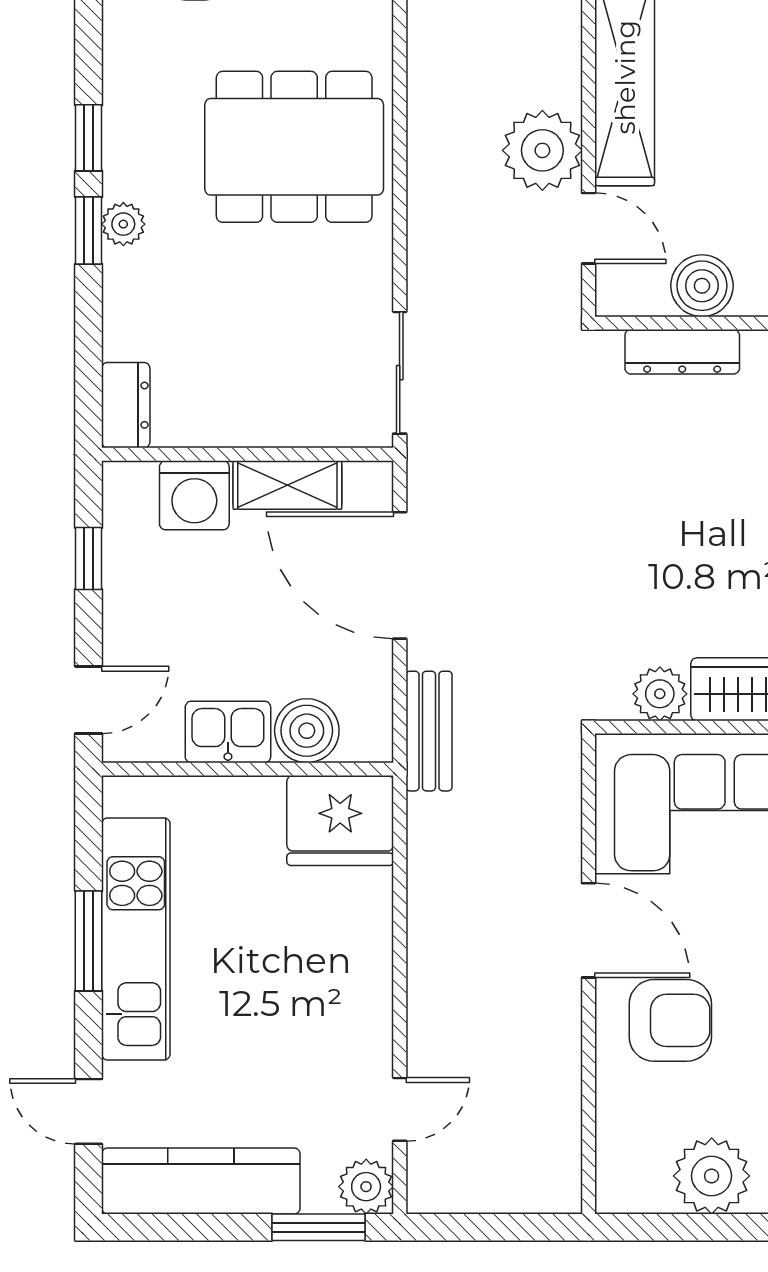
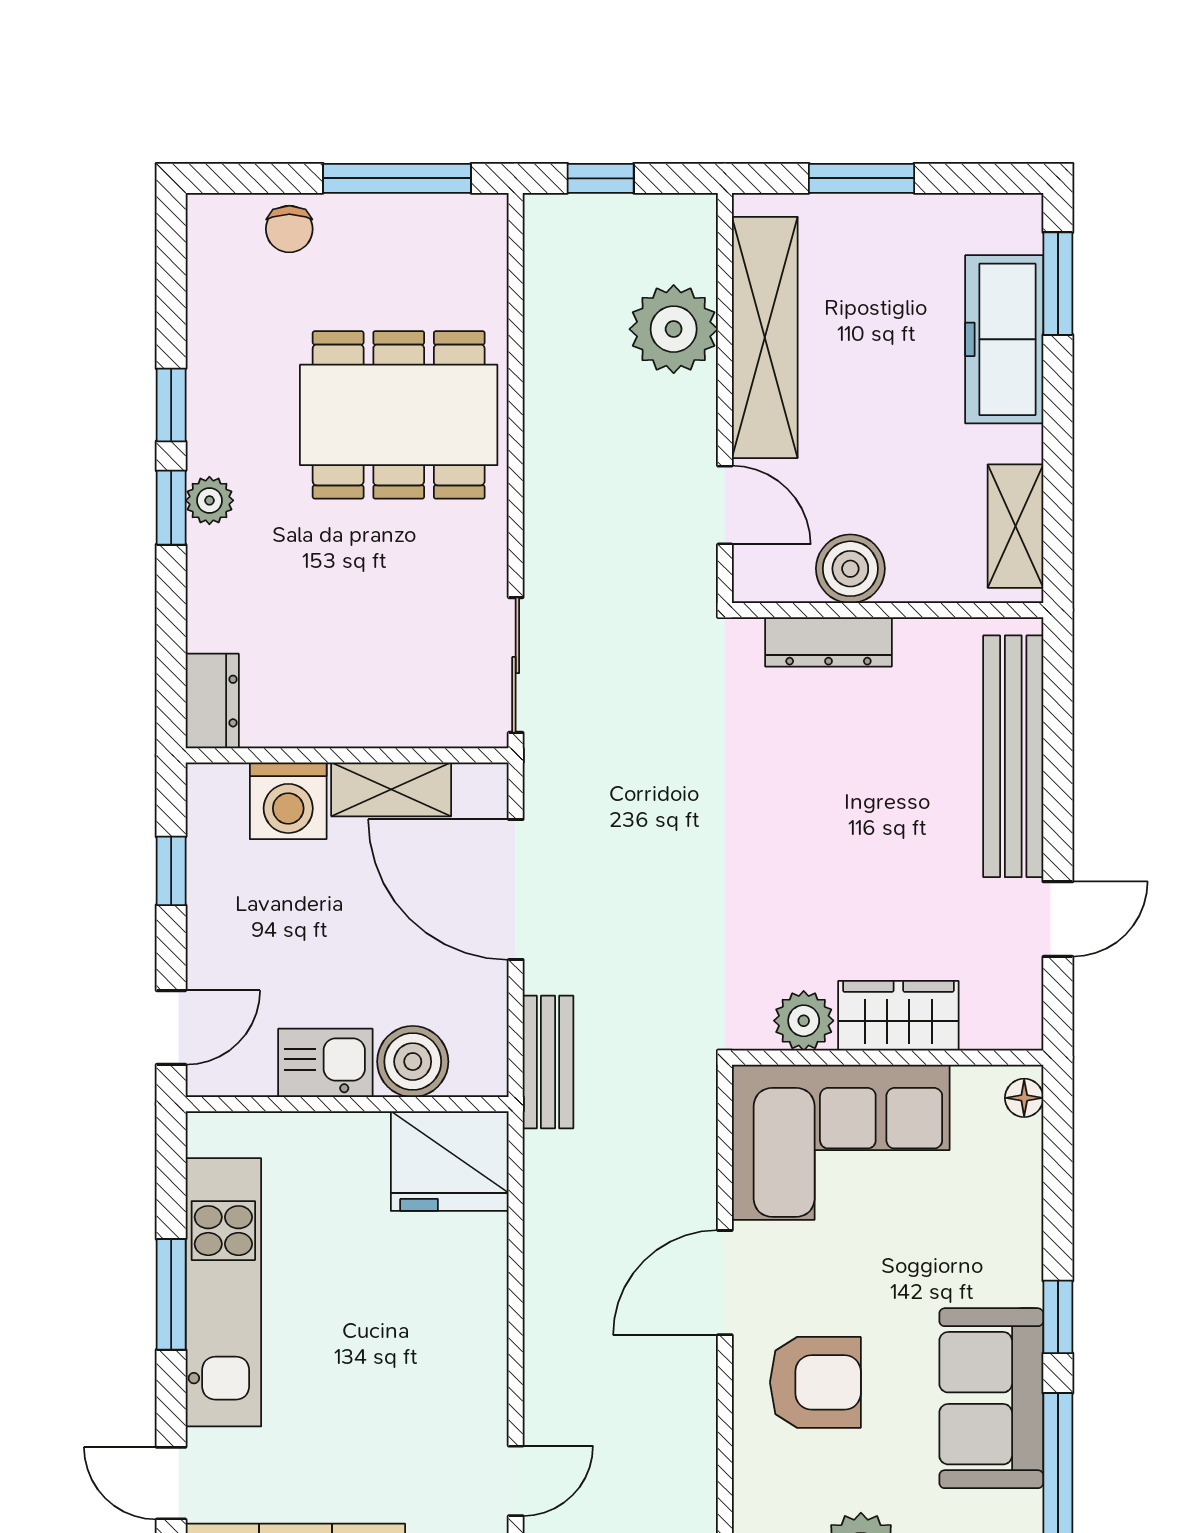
plant: (542, 150) -> (674, 329), moved
door: (589, 930) -> (725, 1283), swing flipped

